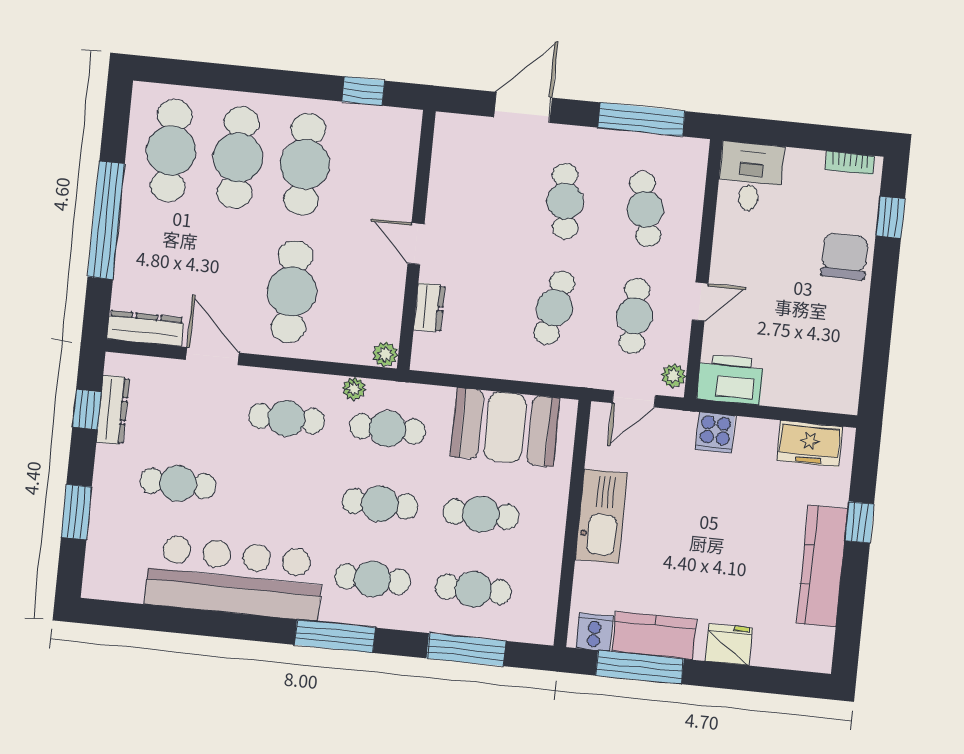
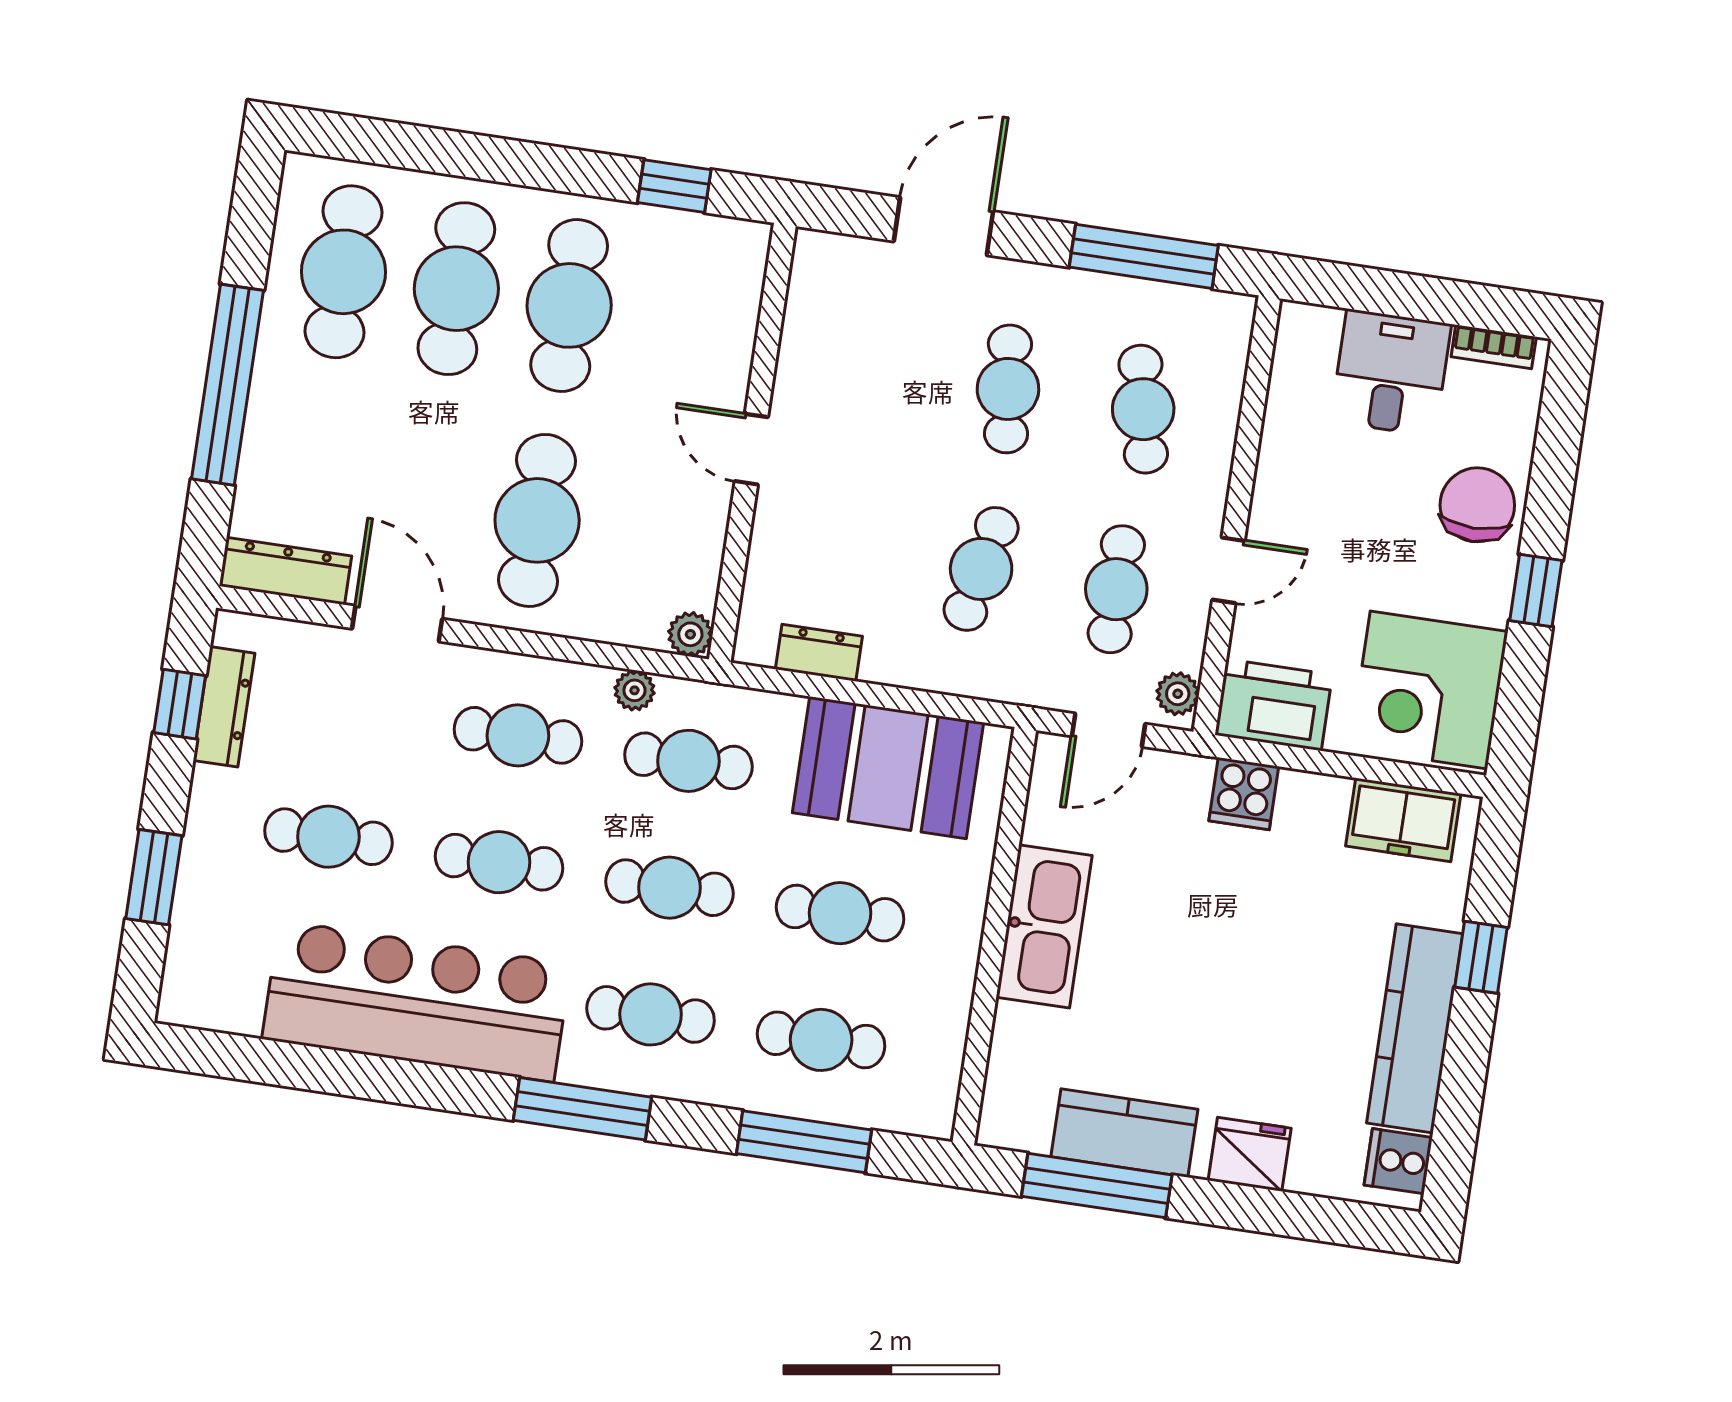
desk: (750, 177) -> (1391, 373), moved
window: (890, 217) -> (1536, 591), moved
dresser: (429, 308) -> (819, 653), moved, turned -90
corner desk: (821, 366) -> (1429, 690), added
cafe table: (279, 494) -> (499, 862), added
cooker: (594, 632) -> (1398, 1161), moved, turned -90

